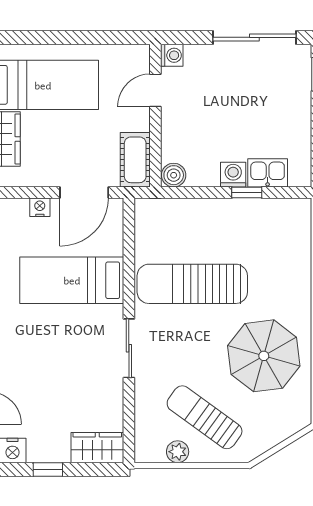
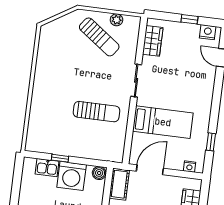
washing machine: (233, 175) -> (72, 176), width x1.89, depth x1.89
nightstand: (40, 207) -> (190, 167), moved
sun lounger: (192, 284) -> (97, 112), width x0.73, depth x0.75
parasol: (264, 356) -> (62, 67), removed
wardrobe: (97, 448) -> (153, 41), moved, turned -90

